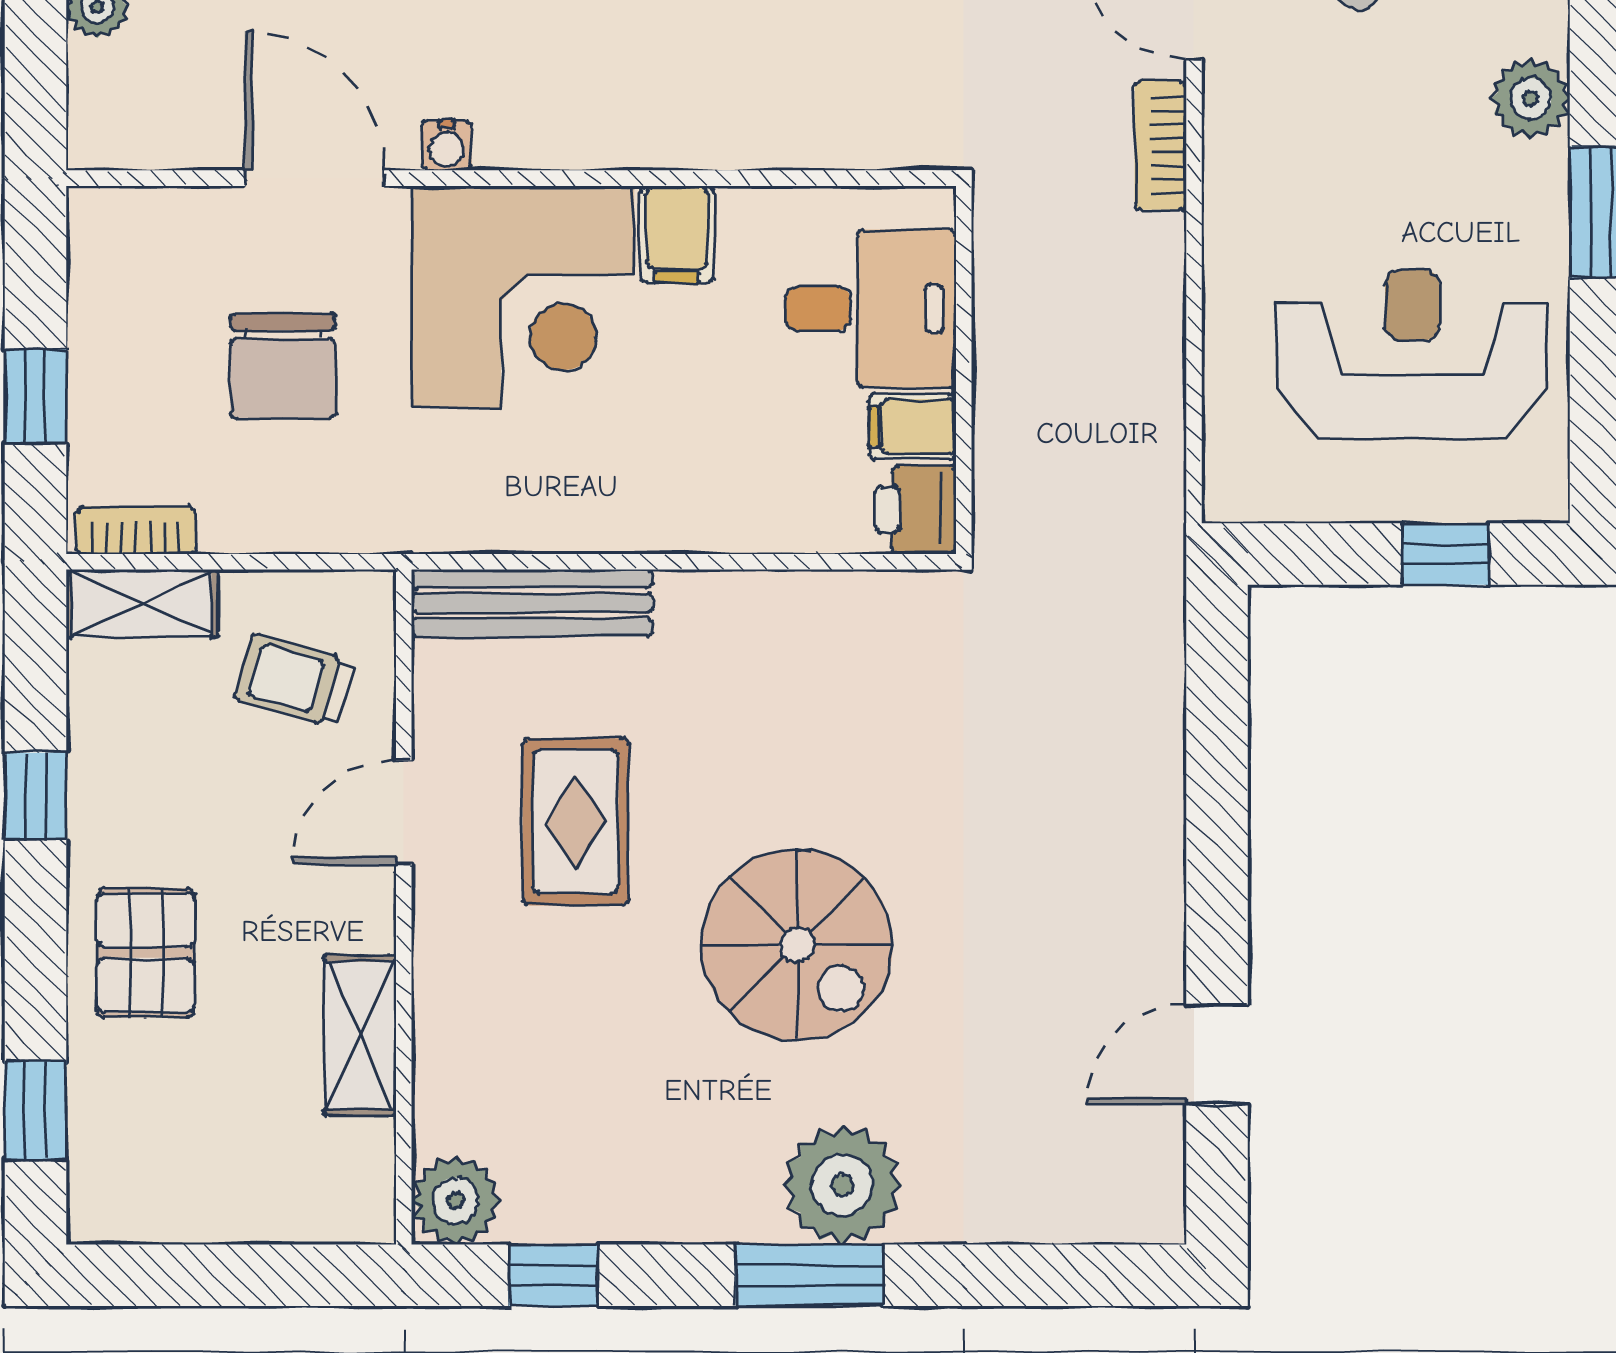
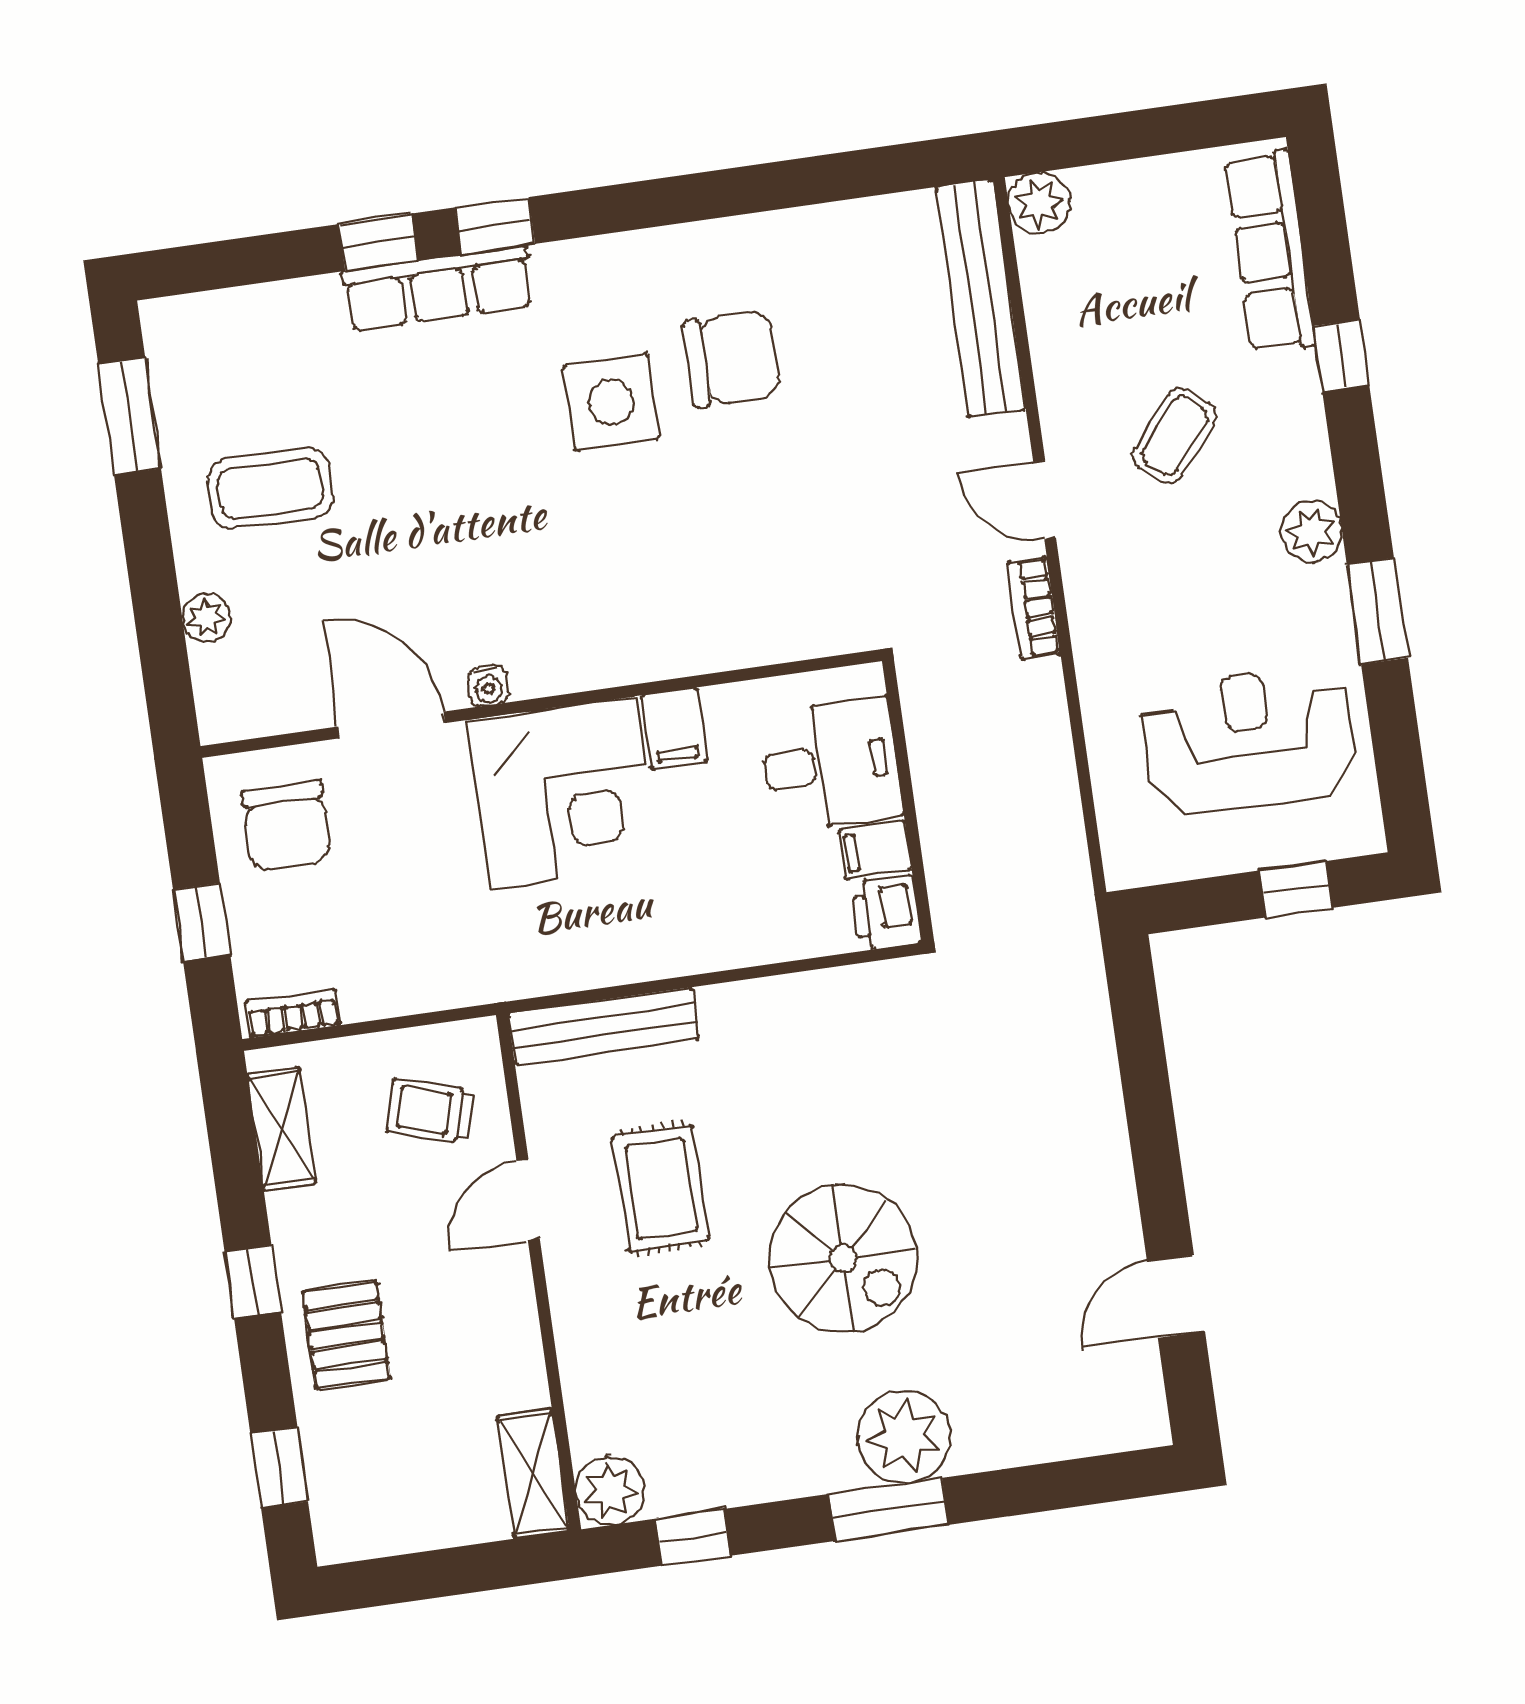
chair: (283, 366) -> (287, 826), moved
shelving: (142, 603) -> (281, 1129), moved, turned 90
window: (35, 796) -> (253, 1282), moved
shelving: (360, 1035) -> (533, 1474), moved

